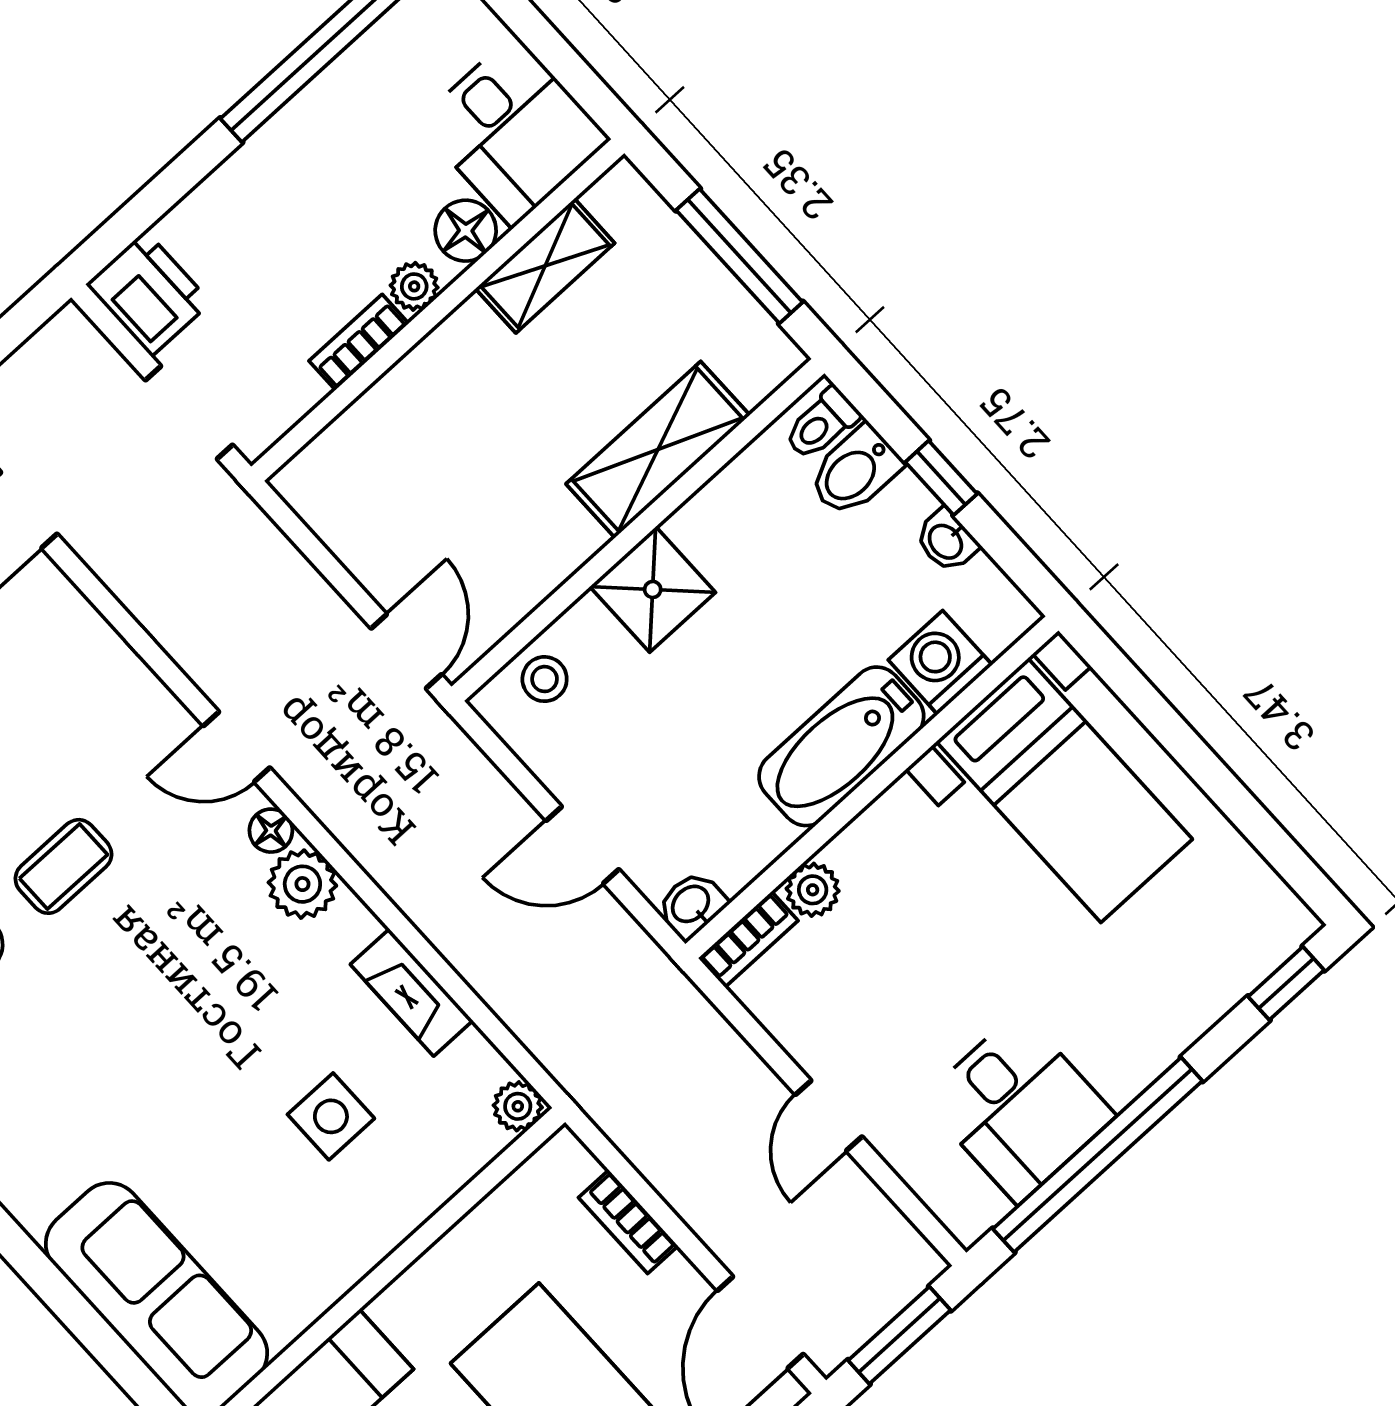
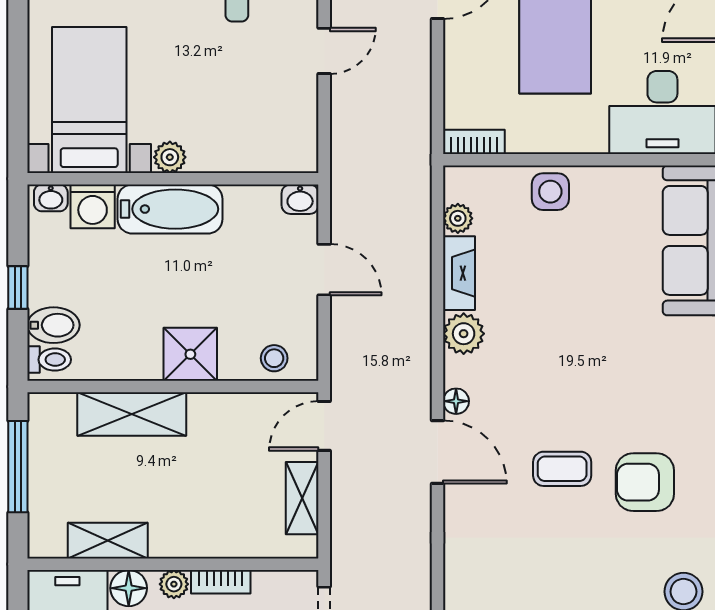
shelving: (352, 537) -> (302, 498), added
washbasin: (946, 541) -> (51, 198), moved, turned 90
door: (237, 747) -> (437, 452), width x1.38
plant: (302, 884) -> (464, 334), moved
plant: (813, 890) -> (170, 157), moved
bookcase: (748, 939) -> (289, 161), removed
plant: (518, 1106) -> (458, 218), moved
side table: (331, 1116) -> (550, 192), moved
bookcase: (628, 1222) -> (474, 142), moved, turned -90

